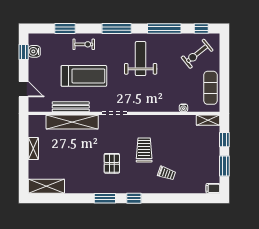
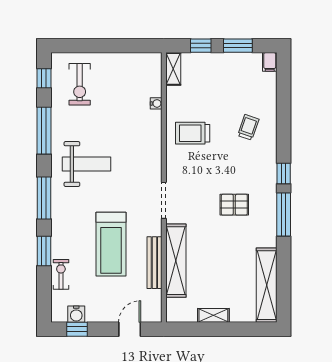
window: (65, 29) -> (44, 251), moved
exercise bike: (84, 44) -> (61, 274), moved
exercise bike: (197, 54) -> (80, 84), turned 39
weight bench: (141, 59) -> (86, 164), turned 180
treadmill: (84, 76) -> (111, 244), turned 180
exercise mat: (210, 88) -> (128, 65), removed
trolley: (144, 150) -> (193, 133), moved
shelving: (46, 186) -> (267, 285), width x1.47
window: (105, 198) -> (284, 214), width x1.44

